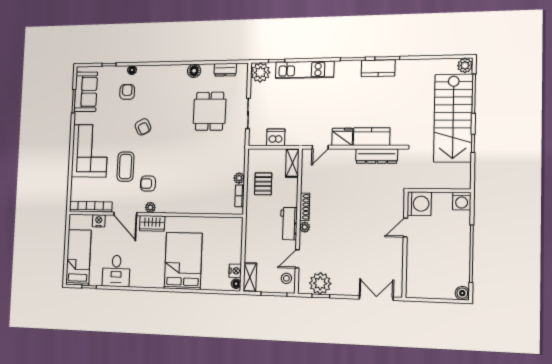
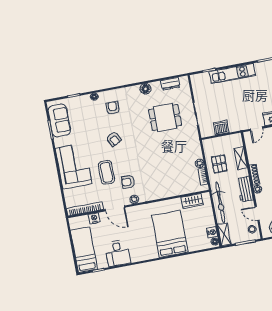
plant: (260, 72) -> (199, 81), removed
armchair: (127, 92) -> (113, 108), moved
dining table: (210, 111) -> (165, 117), turned 90
shelving: (292, 163) -> (241, 158), moved
wardrobe: (152, 223) -> (192, 201), moved
bicycle: (254, 234) -> (220, 202), added
door: (297, 259) -> (257, 213), hinge flipped

